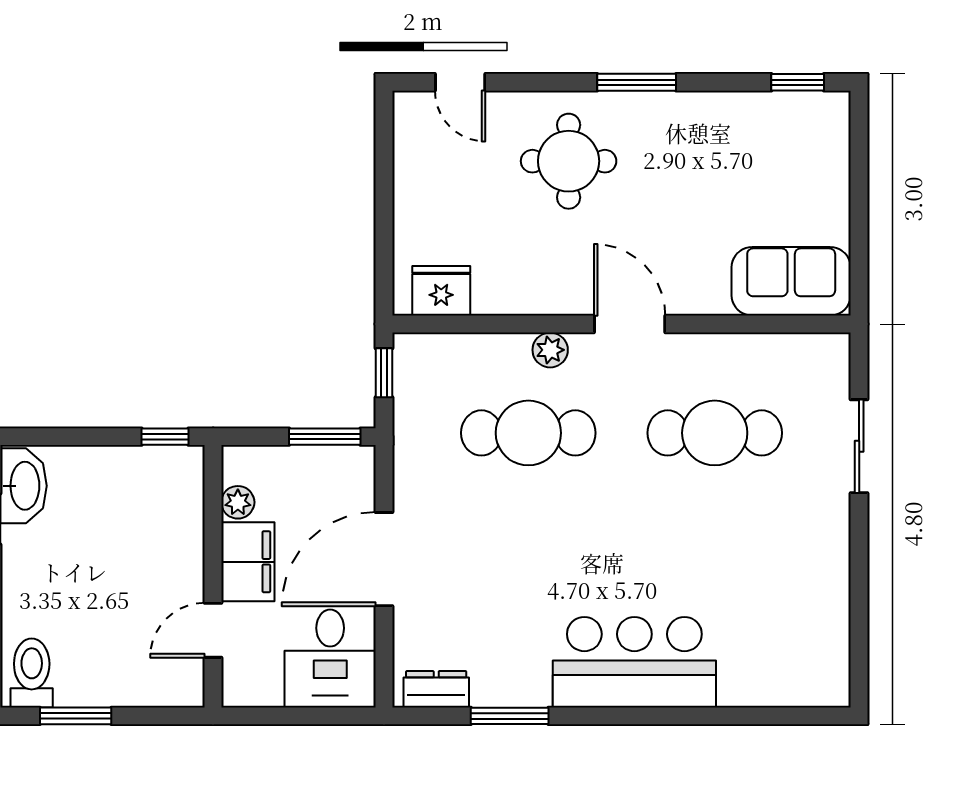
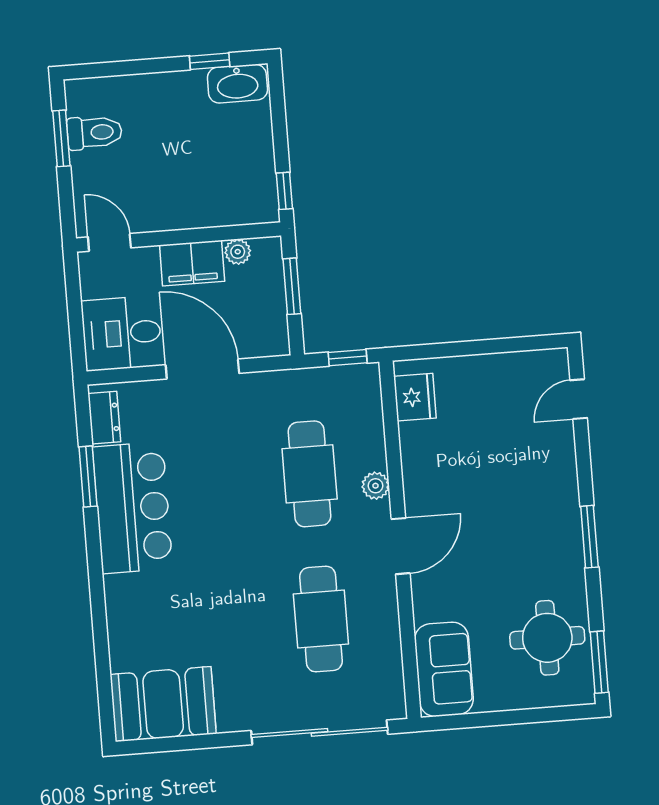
window: (798, 82) -> (599, 662), width x1.50
round table: (569, 161) -> (547, 638), moved
window: (325, 437) -> (292, 286), moved
sliding door: (859, 446) -> (319, 732), width x1.86
door: (213, 630) -> (109, 242), moved
booth: (807, 643) -> (163, 704), added
bar counter: (634, 662) -> (132, 508), moved
toilet: (32, 673) -> (95, 133), moved

